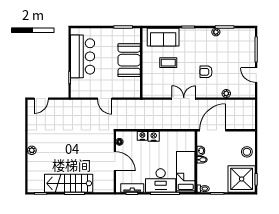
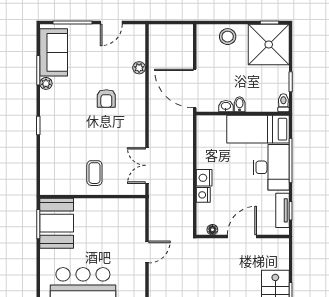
sofa: (163, 37) -> (54, 52), moved
booth: (129, 60) -> (57, 223), moved, turned 90
coffee table: (168, 63) -> (94, 173), moved
double door: (184, 99) -> (147, 165), moved

